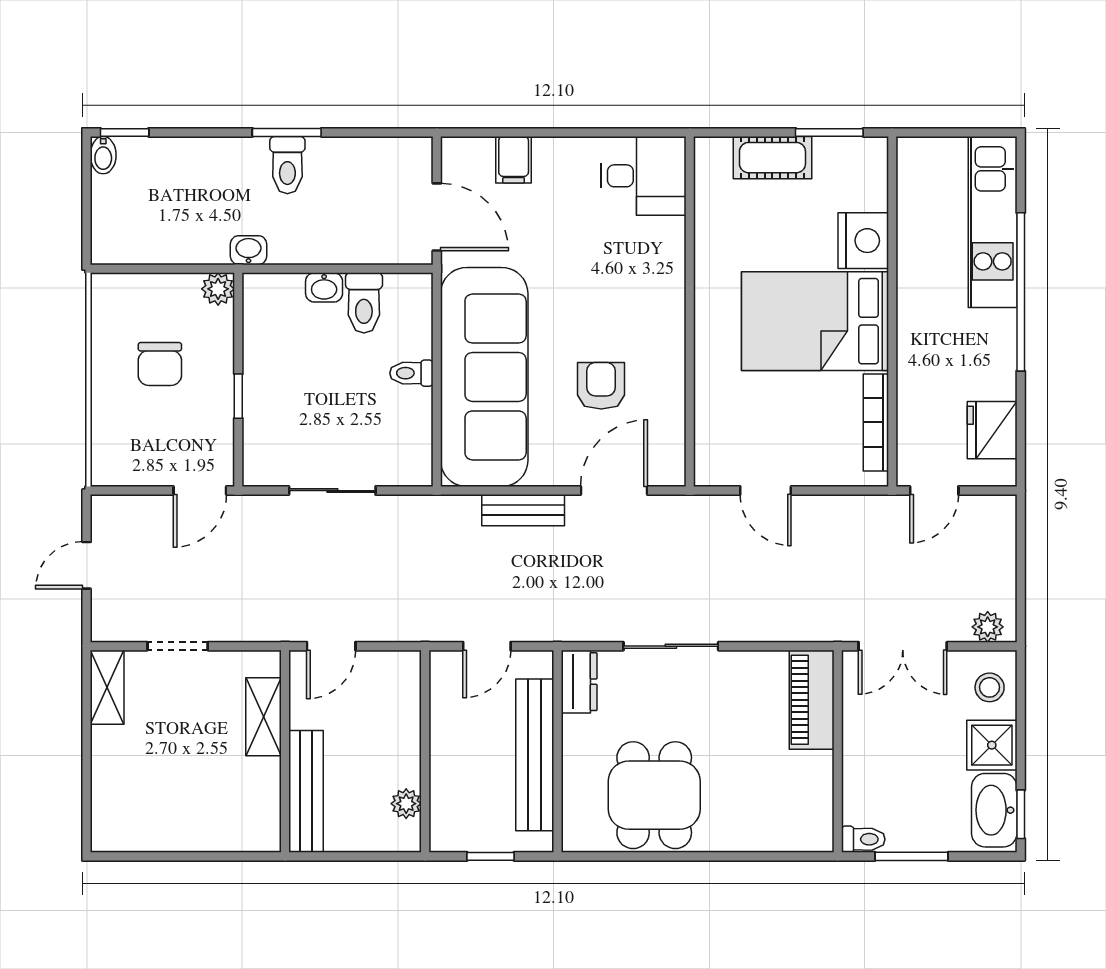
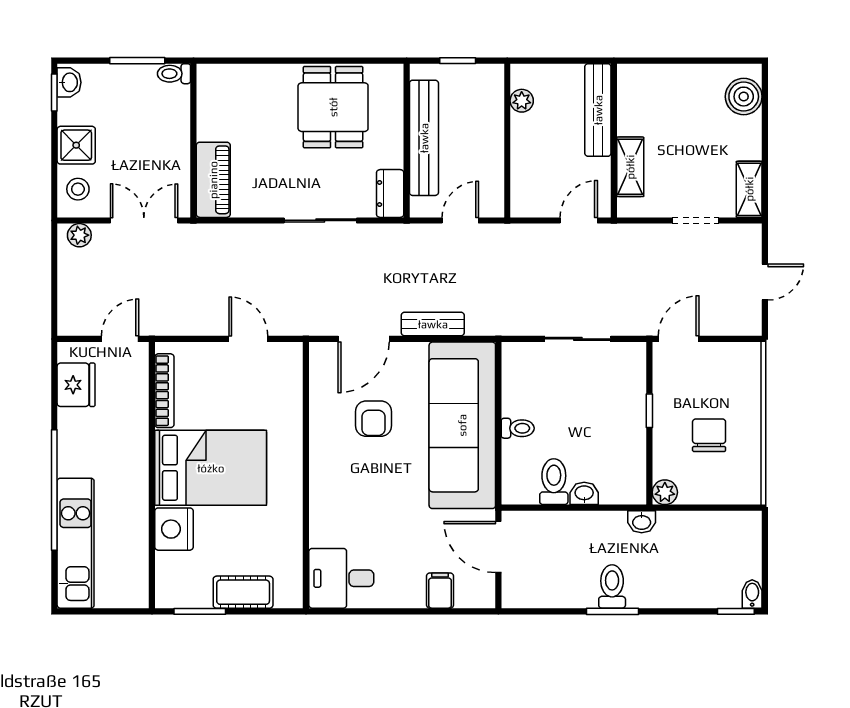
boiler: (114, 809) -> (744, 97), added
washbasin: (994, 810) -> (69, 82), width x0.52, depth x0.69

